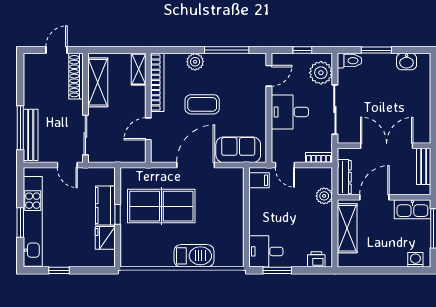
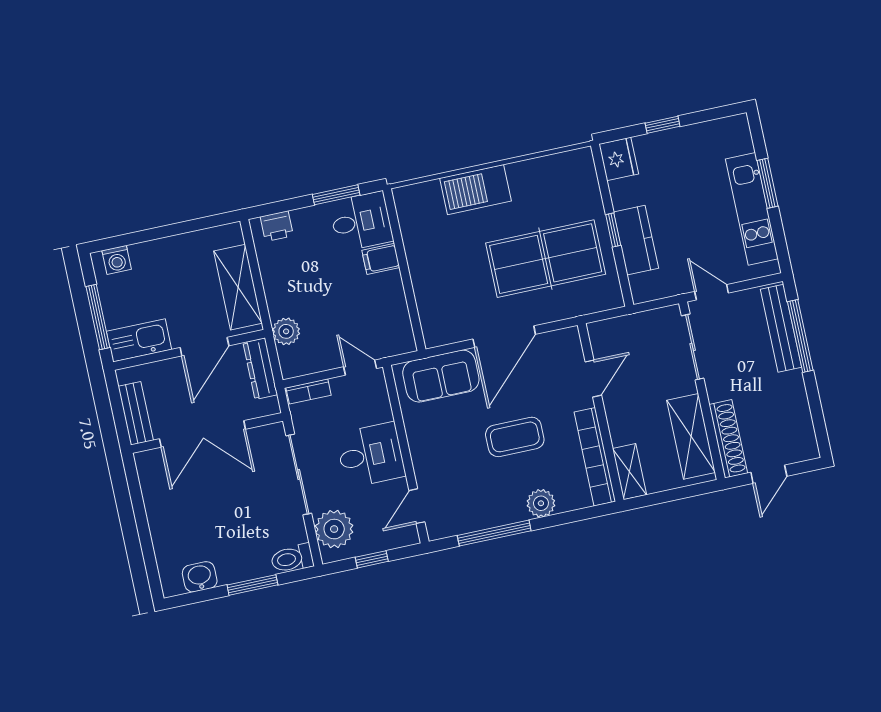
filing cabinet: (259, 180) -> (381, 259), moved
kitchen unit: (33, 221) -> (752, 209), width x0.73
fridge: (105, 238) -> (619, 159), moved
window: (59, 270) -> (663, 125), moved

